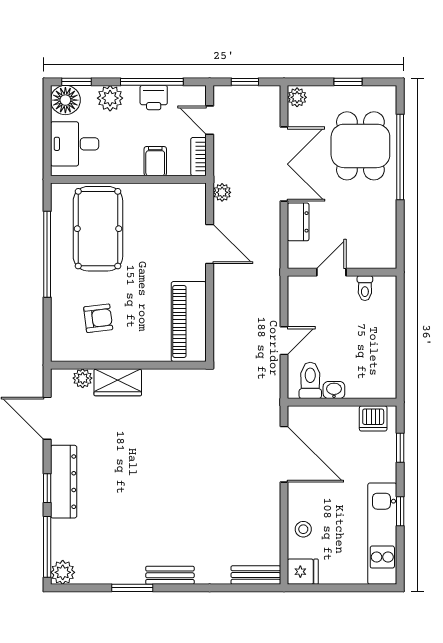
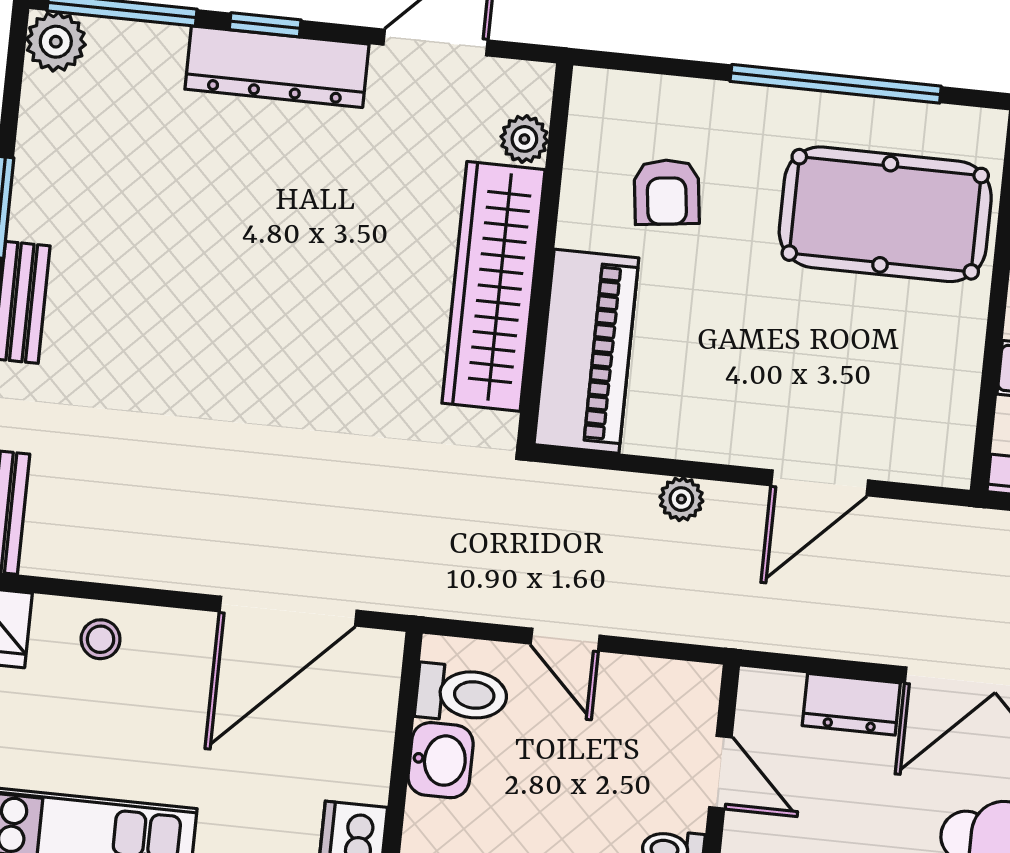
plant: (222, 192) -> (681, 499), moved
piano: (189, 321) -> (586, 351), moved, turned 90
wardrobe: (118, 382) -> (493, 286), width x2.10, depth x1.17
washbasin: (334, 390) -> (441, 760), width x1.38, depth x1.45

